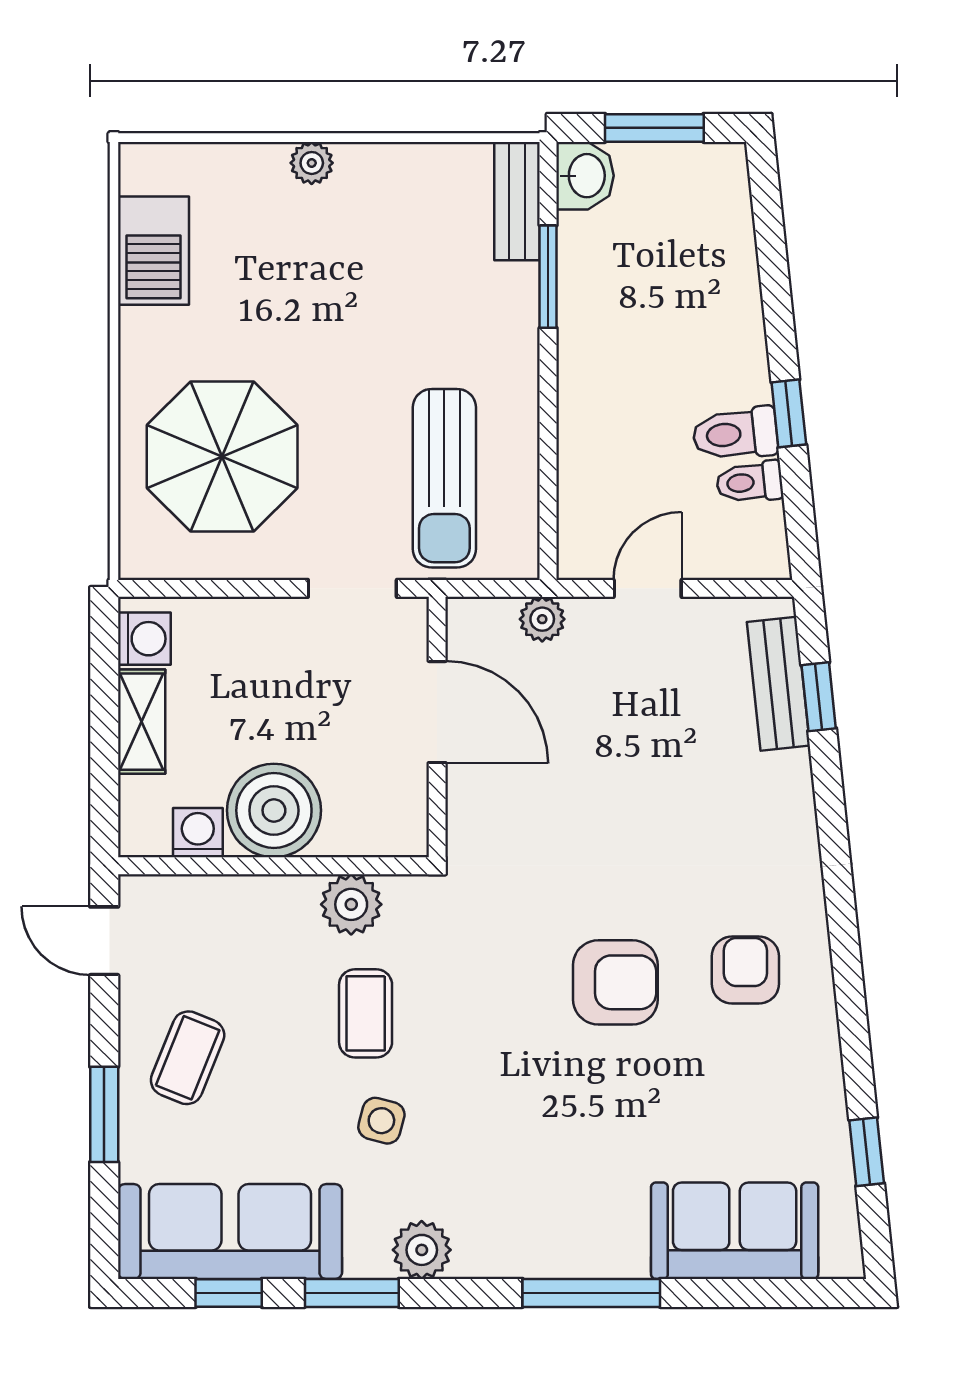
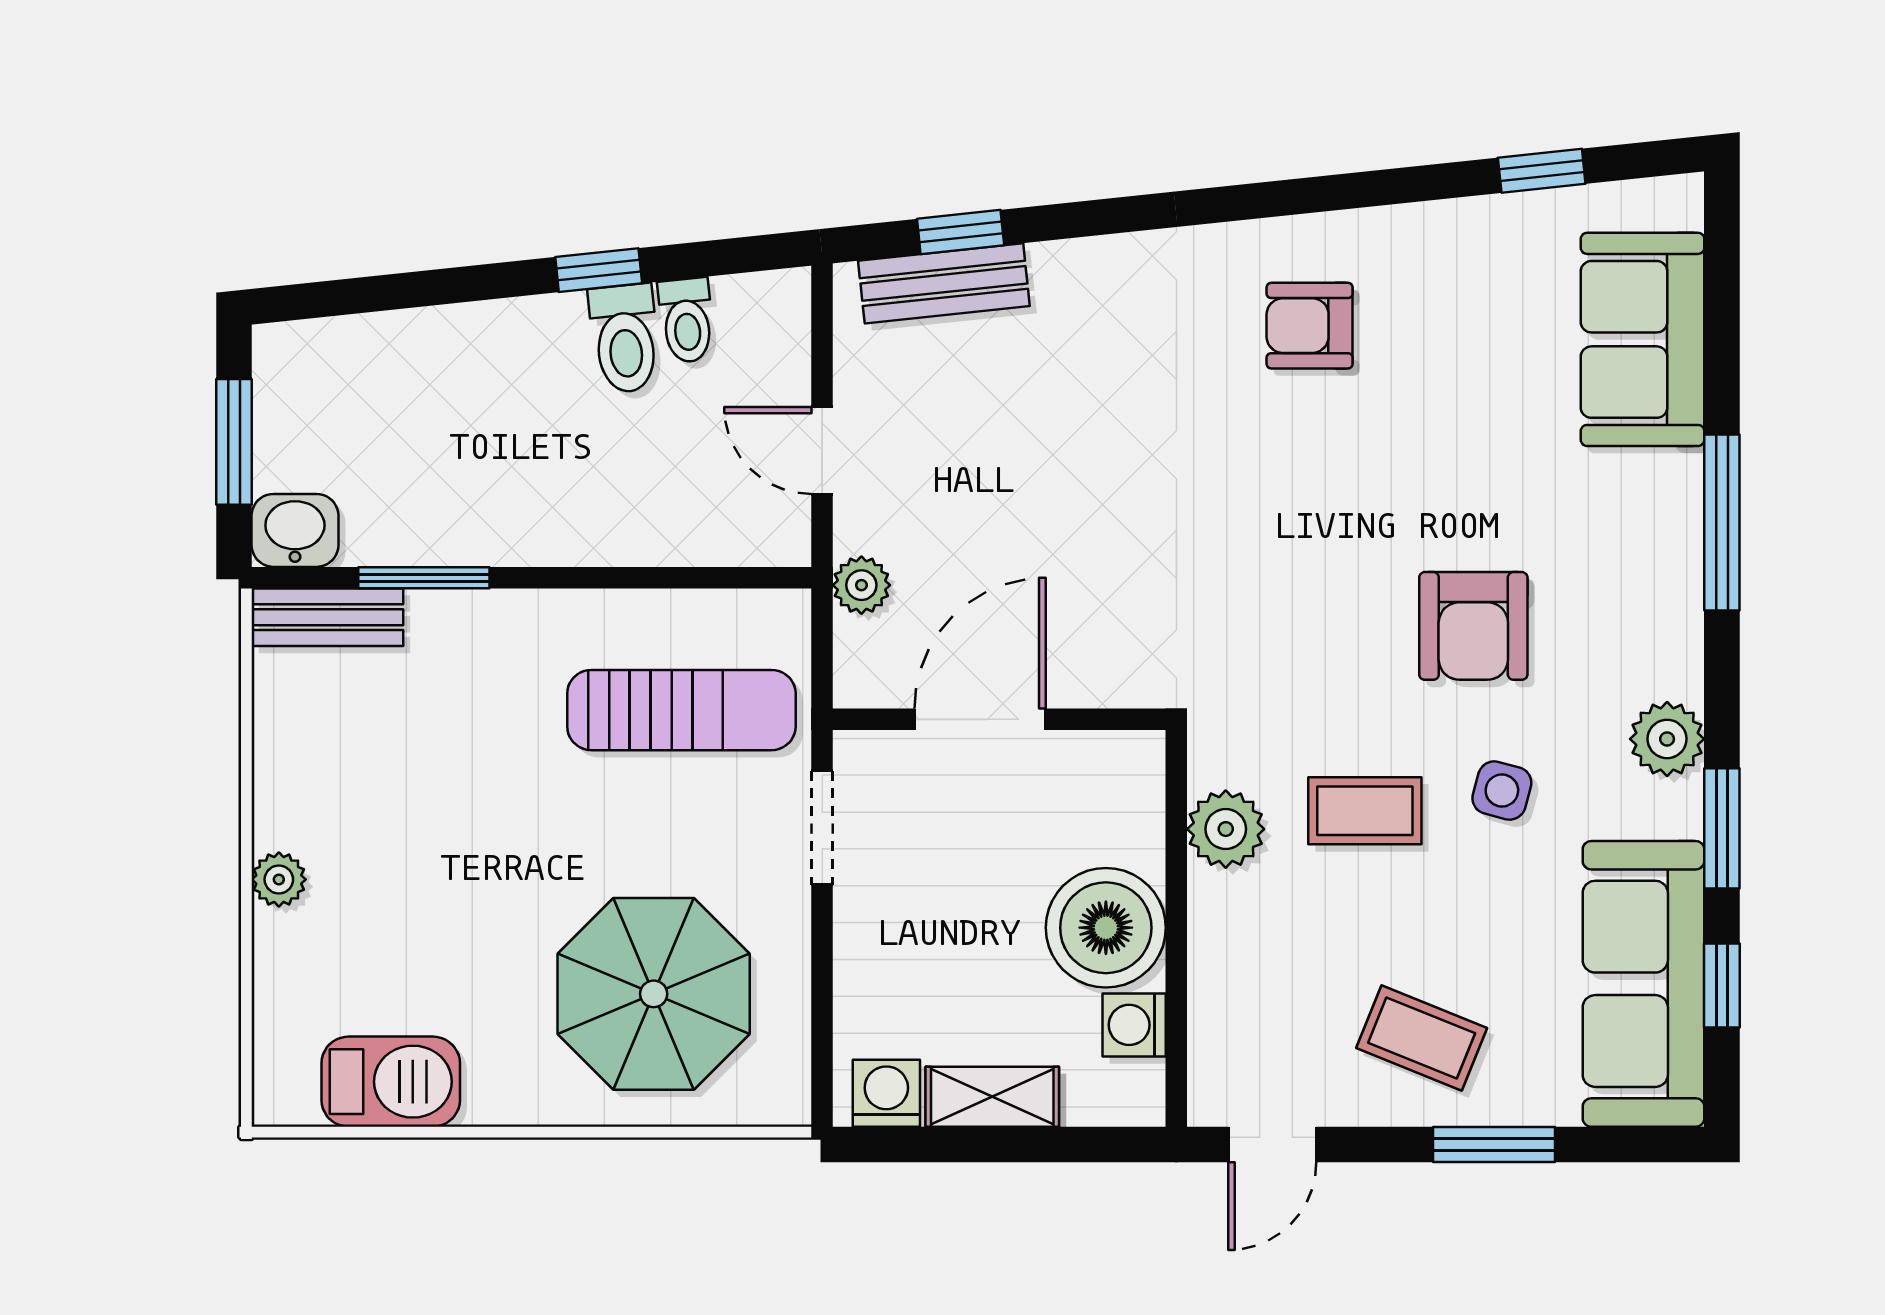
armchair: (615, 982) -> (1473, 626), moved, turned 180

